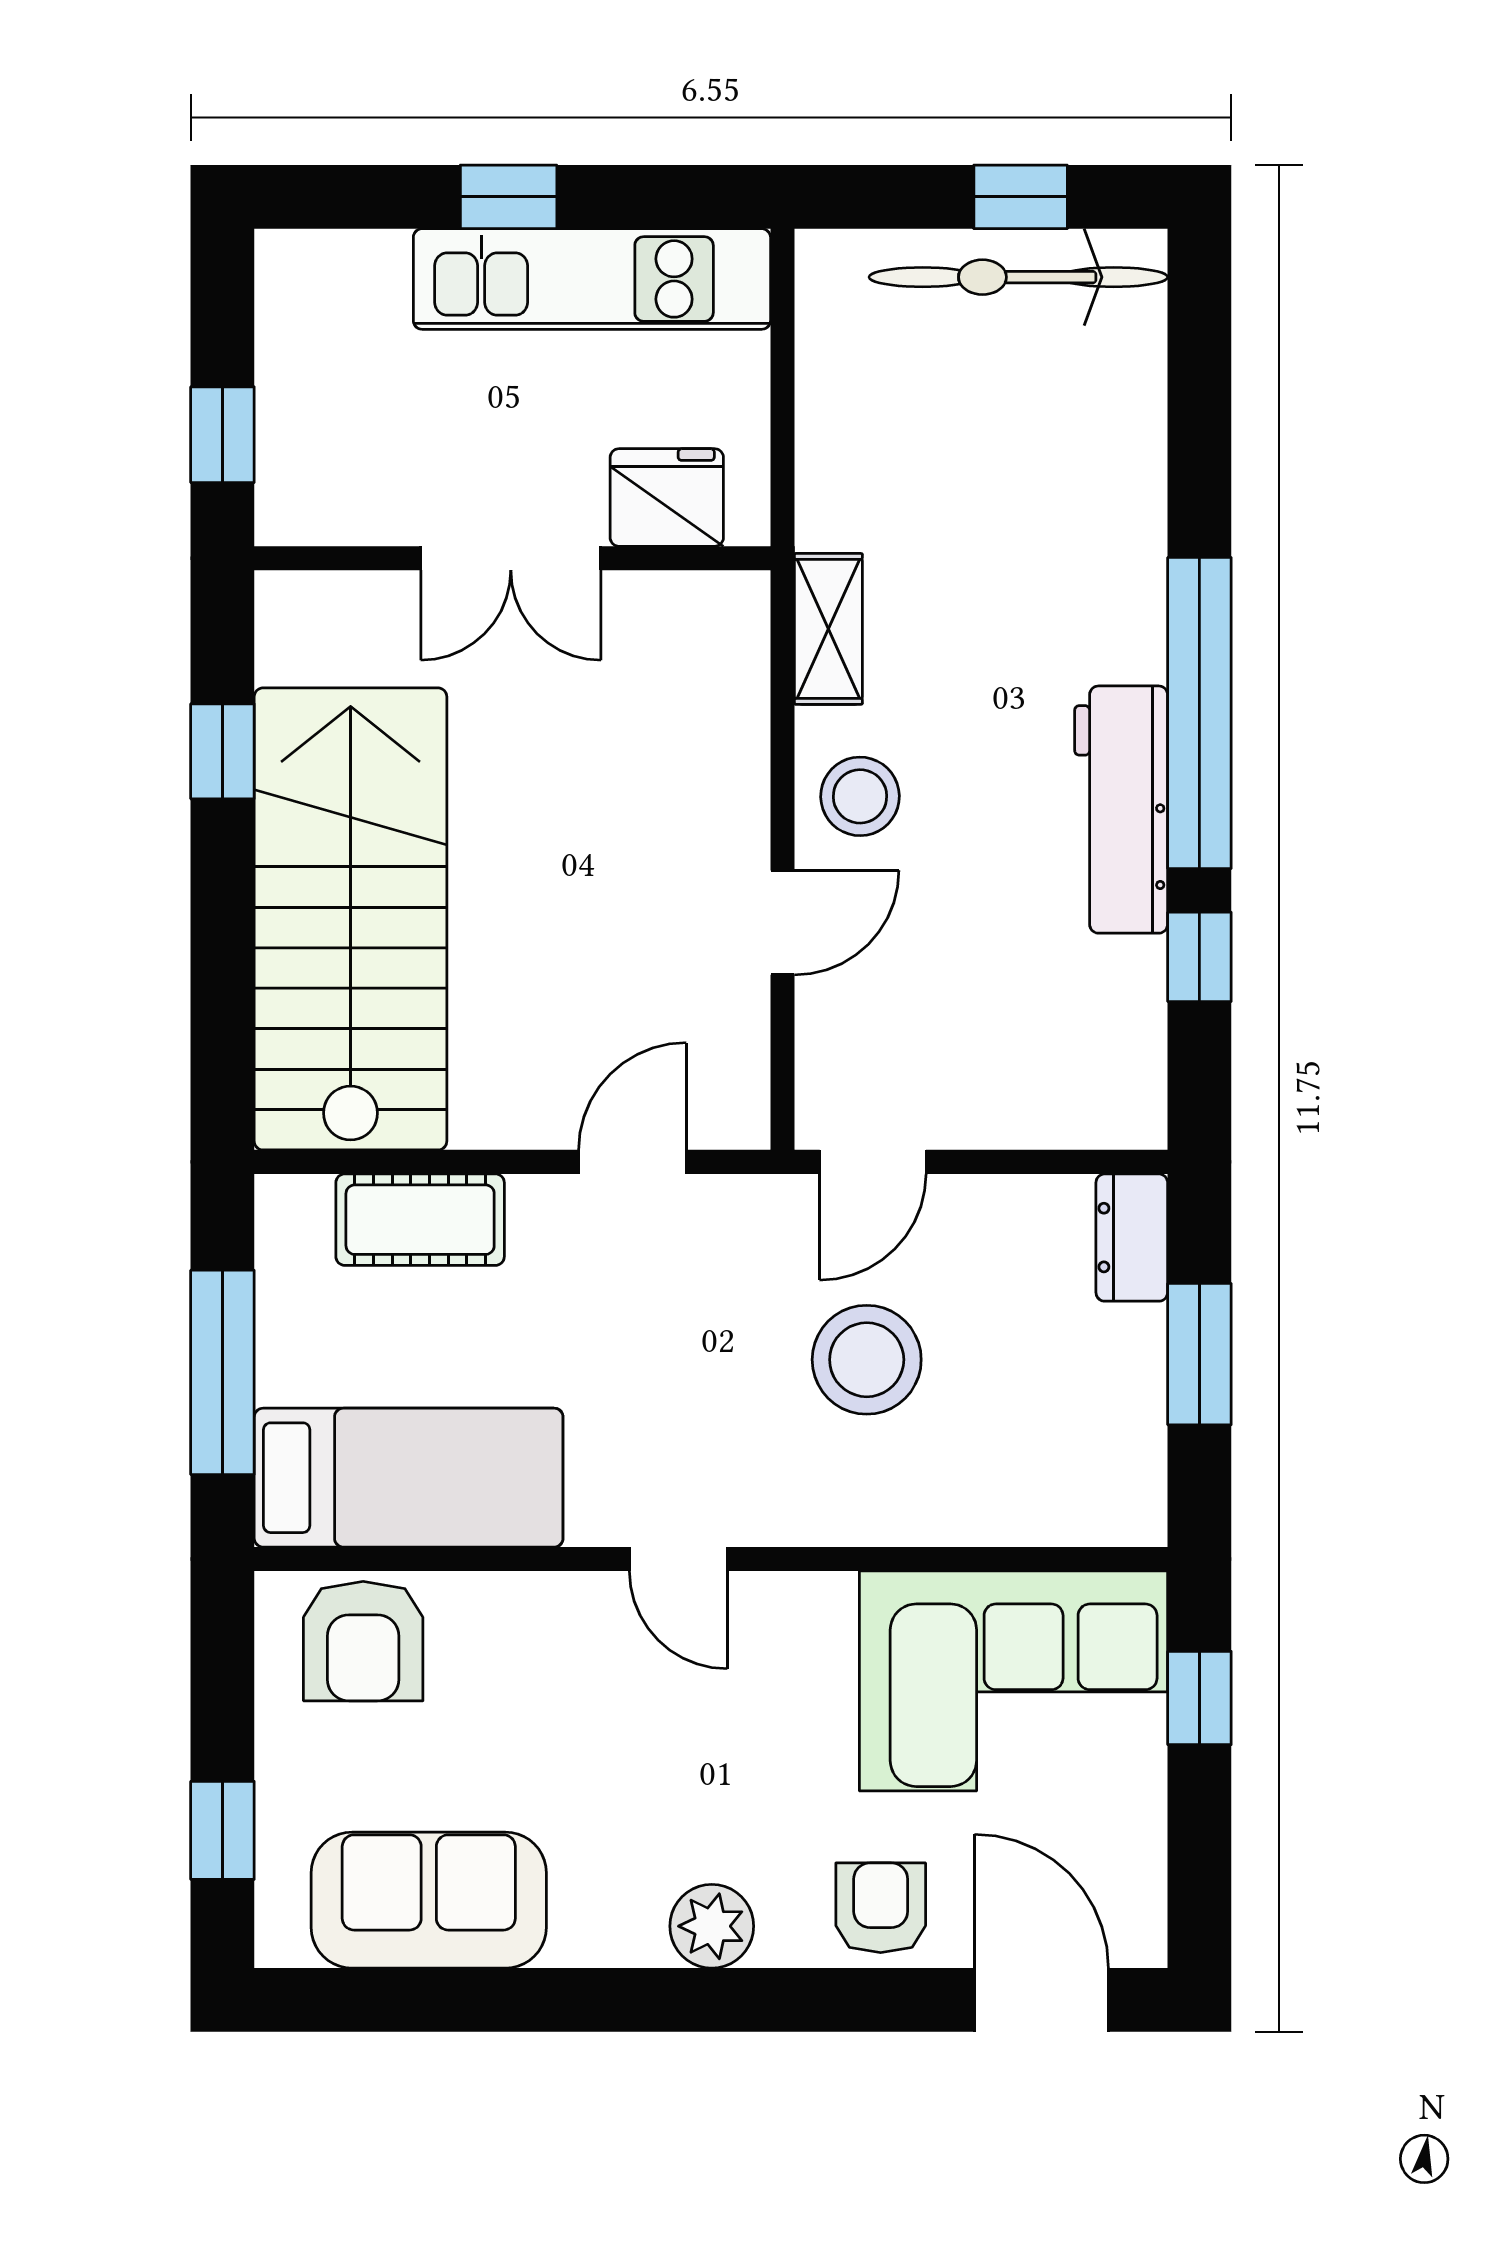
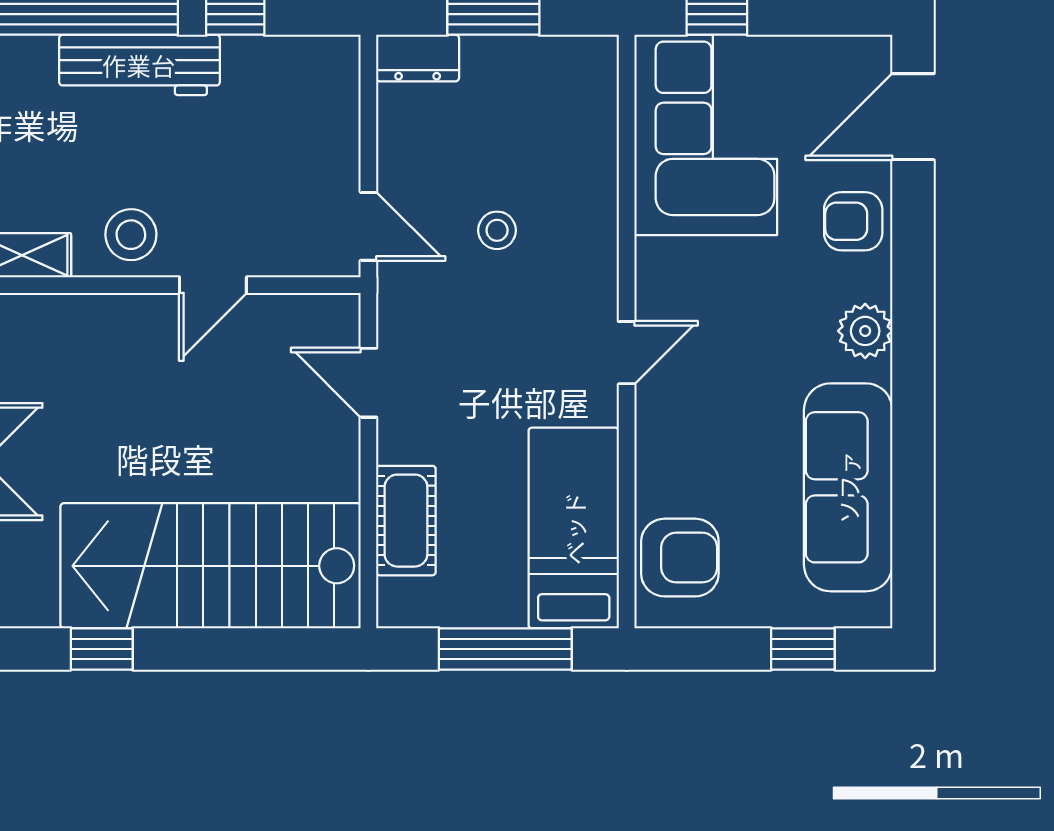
door: (782, 923) -> (213, 285), swing flipped
stool: (867, 1360) -> (497, 230), width x0.53, depth x0.53
sofa: (429, 1900) -> (848, 487), width x1.36

